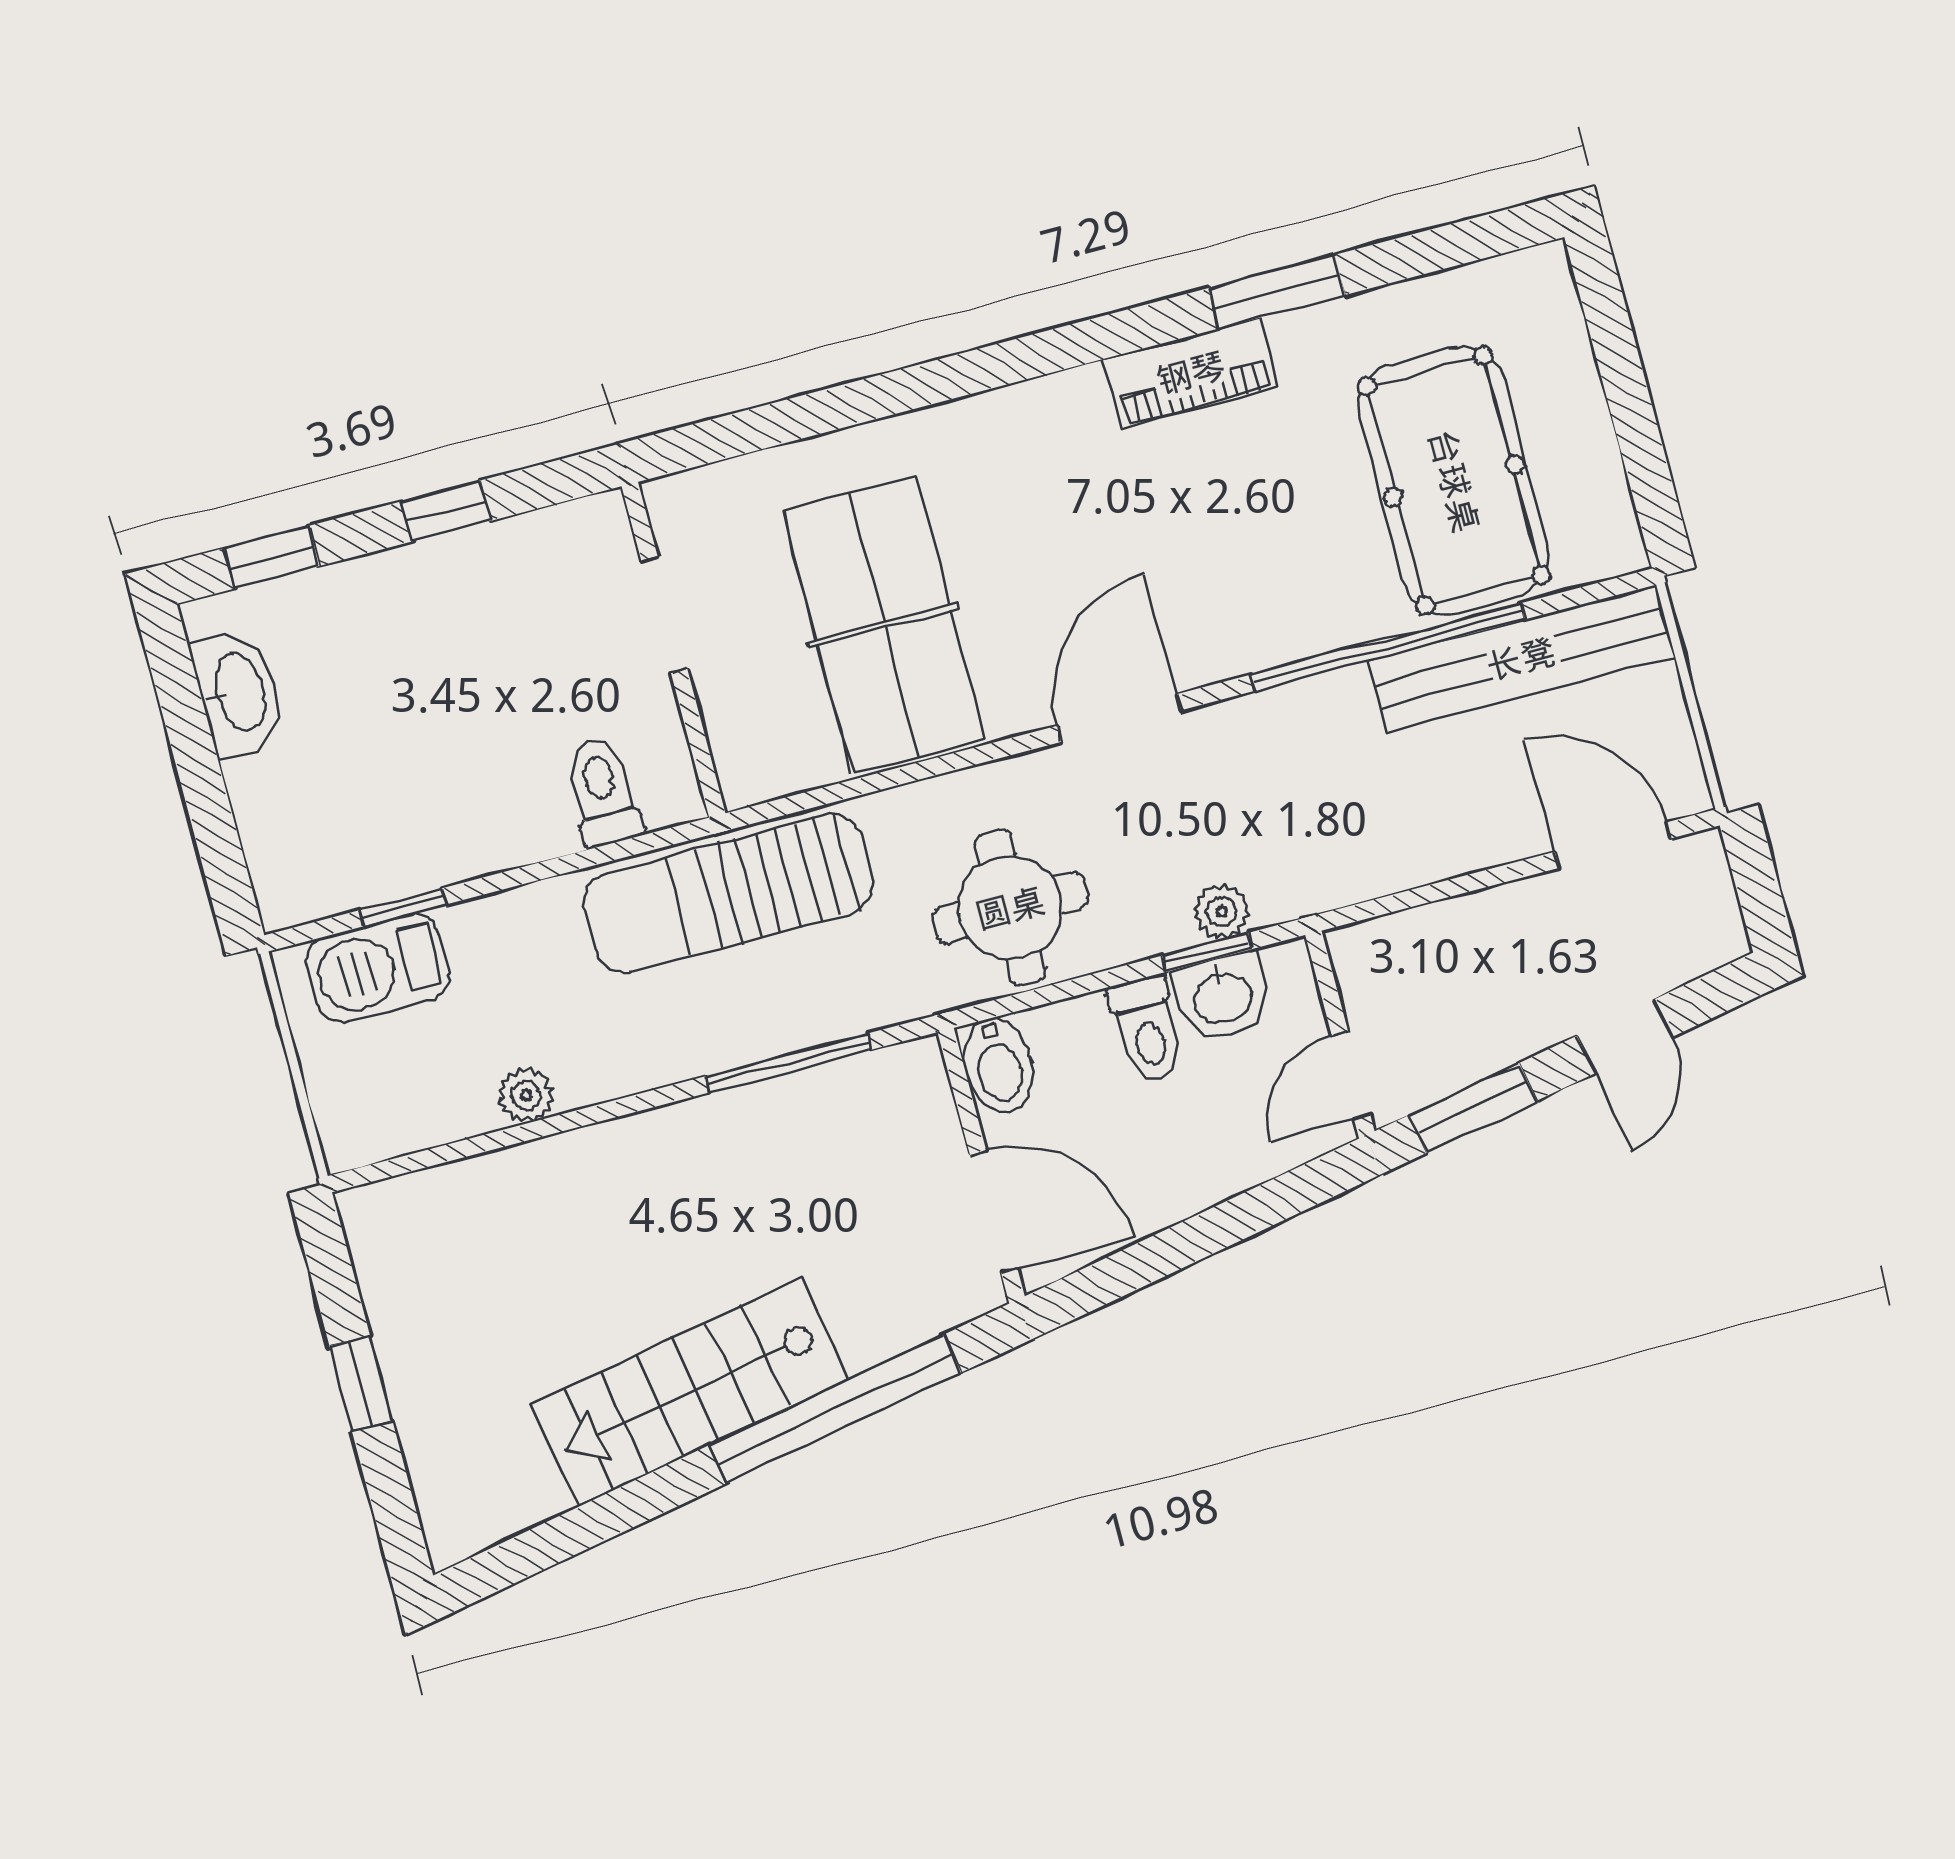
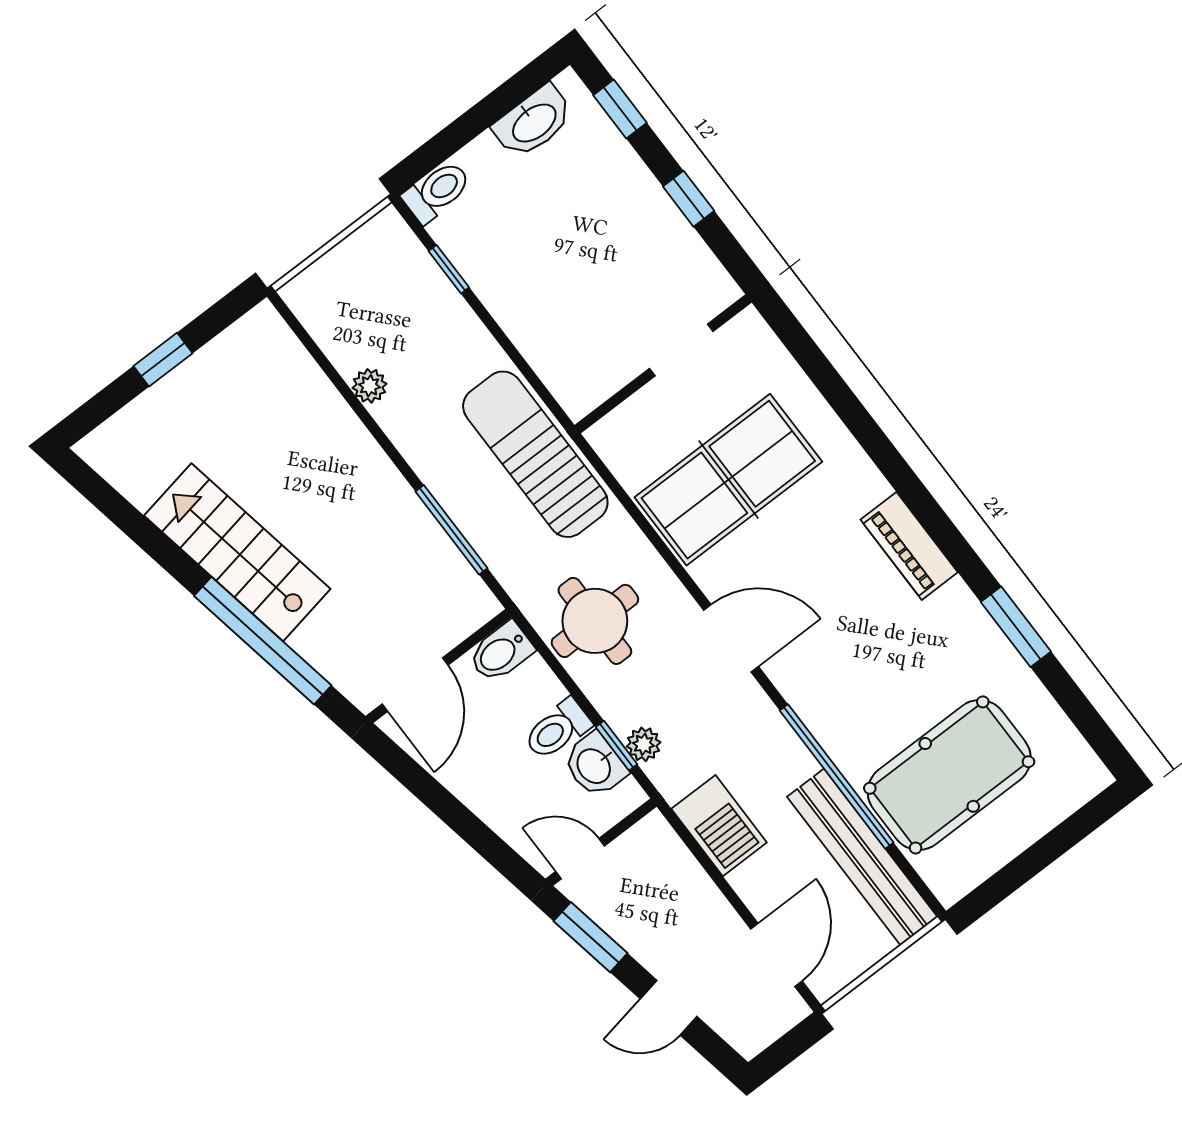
piano: (1191, 373) -> (909, 546), moved
toilet: (603, 792) -> (437, 192), moved
barbecue: (378, 968) -> (719, 826), moved, turned 180

